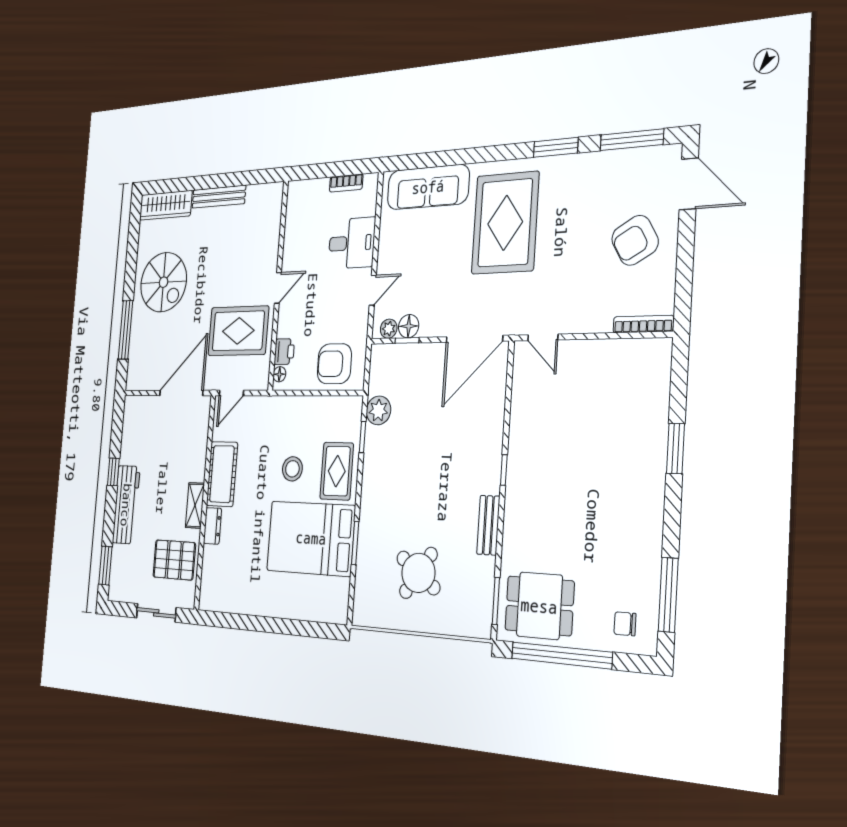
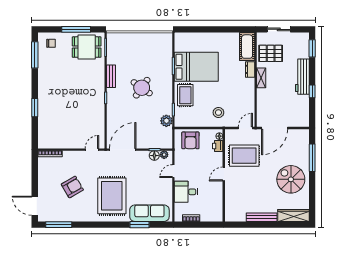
window: (556, 147) -> (140, 225), moved
armchair: (635, 240) -> (72, 187), moved
door: (543, 337) -> (92, 150), hinge flipped
armchair: (334, 364) -> (190, 140), turned 90
stool: (292, 469) -> (218, 113), moved
cot: (222, 474) -> (247, 47), moved
round table: (418, 573) -> (142, 88), moved
window: (561, 655) -> (76, 29), width x0.68

